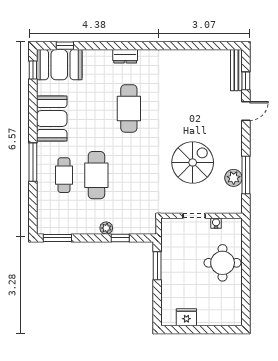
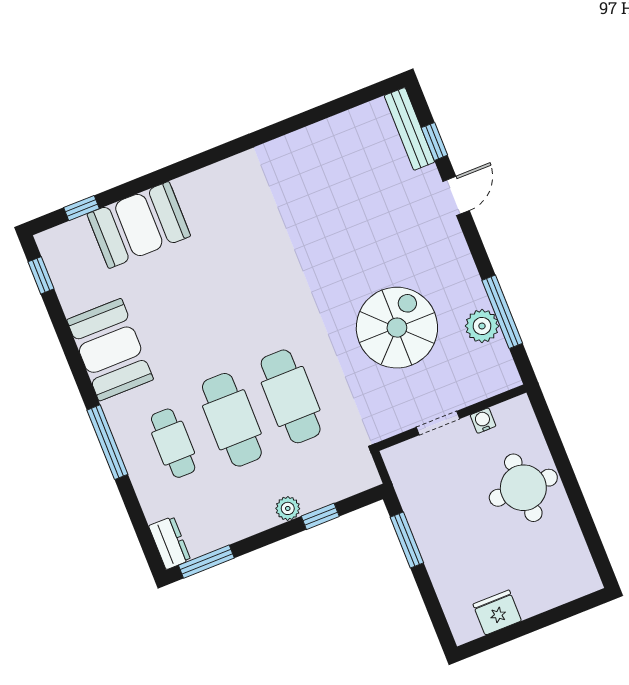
dresser: (125, 56) -> (170, 543), moved, turned -90
booth: (59, 65) -> (139, 225), moved
cafe table: (129, 108) -> (291, 396), moved

